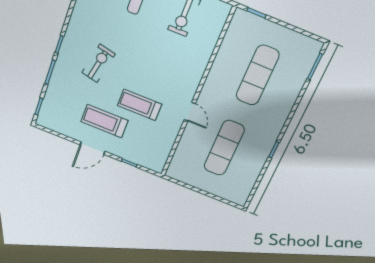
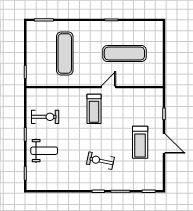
exercise mat: (257, 75) -> (65, 53), turned 90
treadmill: (140, 105) -> (94, 109), moved

